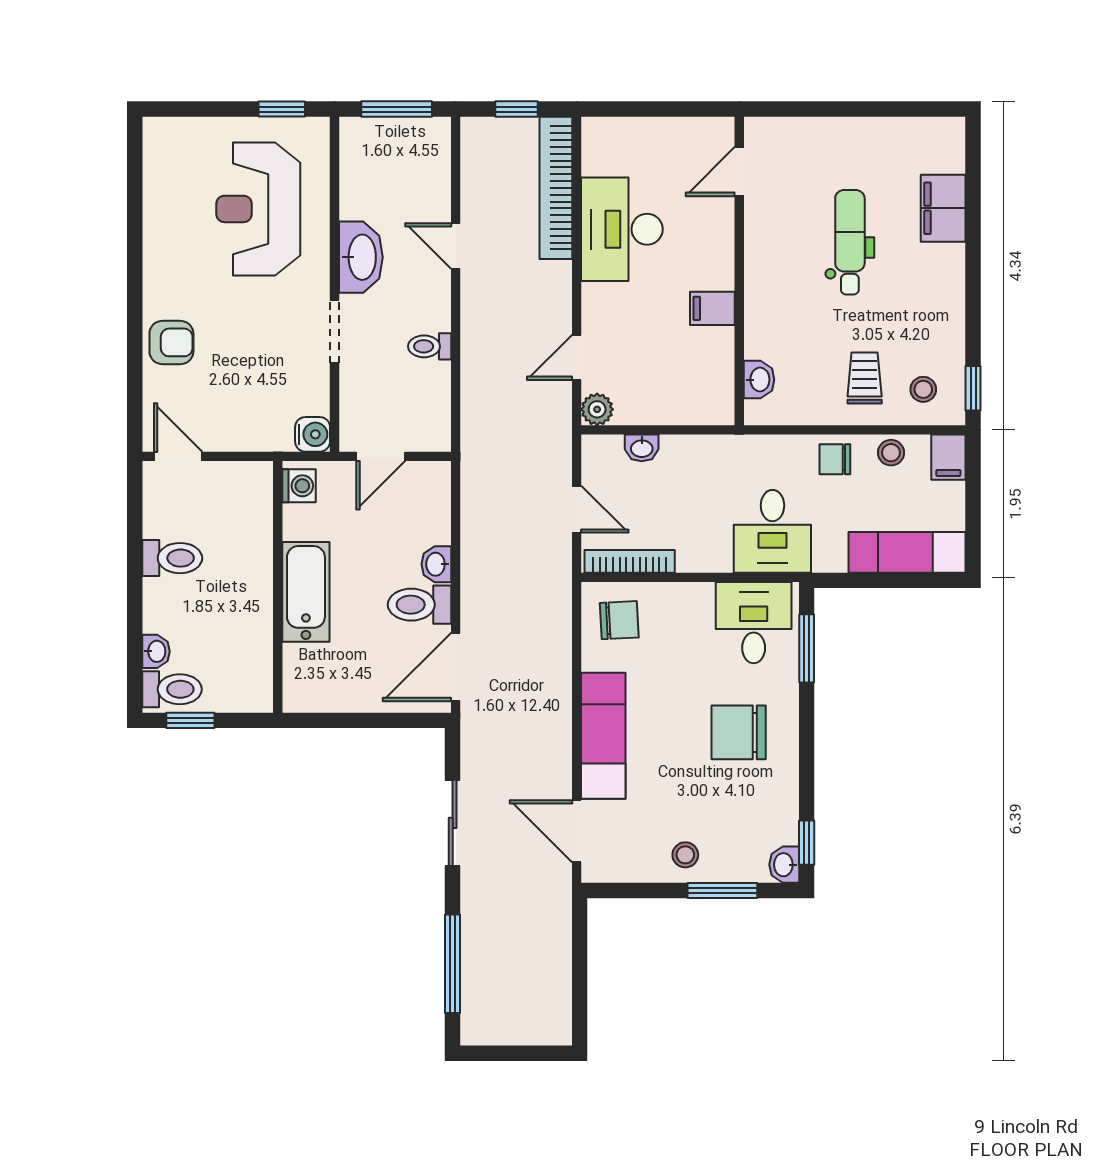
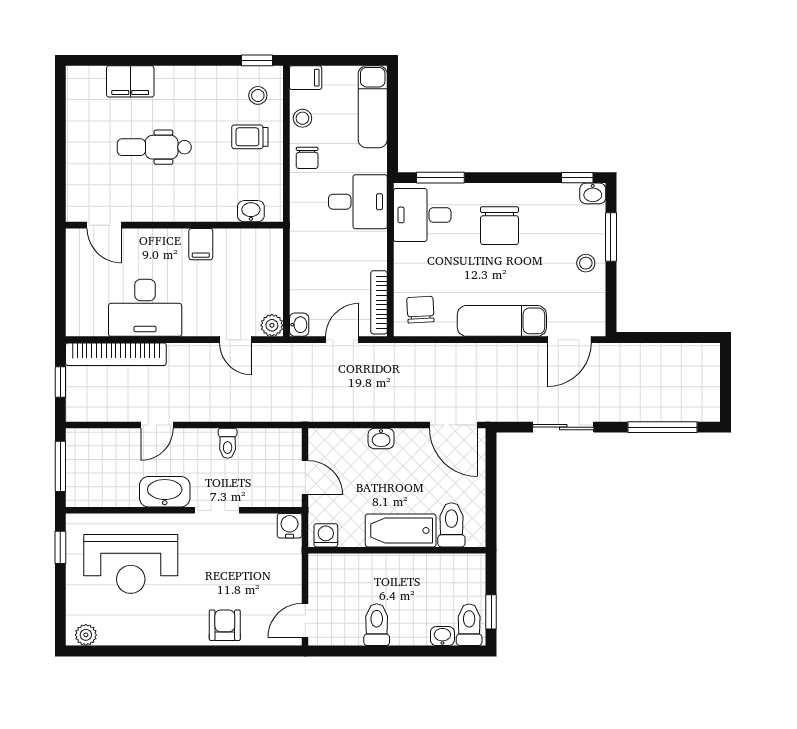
plant: (158, 145) -> (86, 635), added
washbasin: (642, 448) -> (299, 325), moved
toilet: (419, 605) -> (451, 525), moved, turned 180

